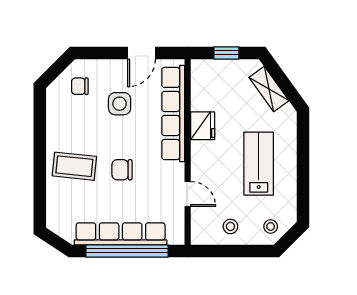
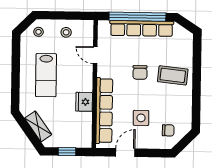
chair: (122, 170) -> (140, 72), turned 90

